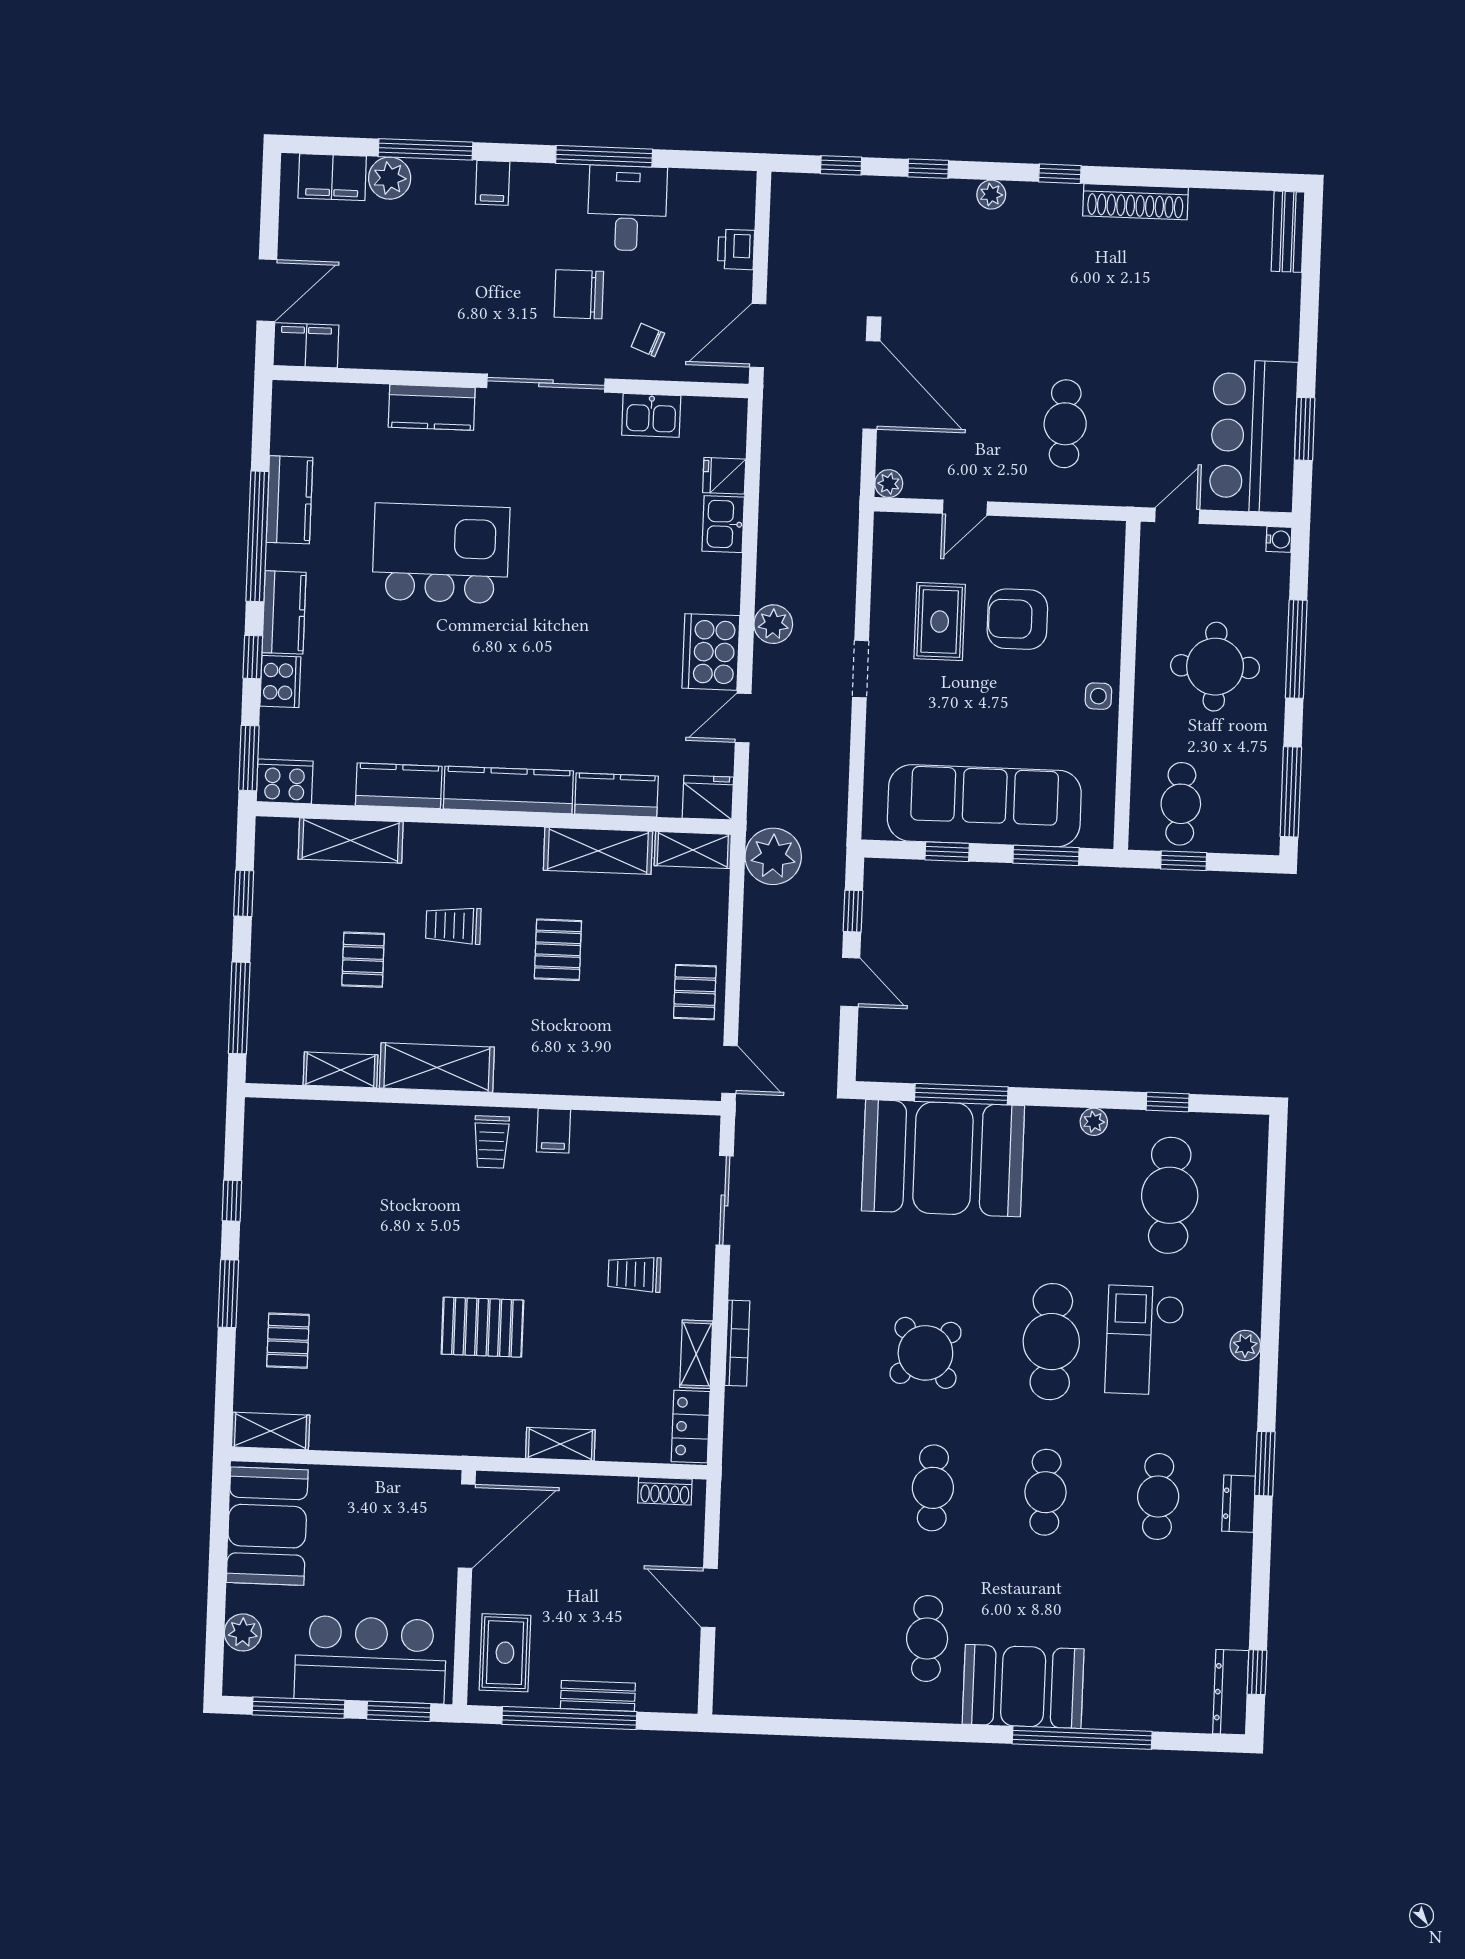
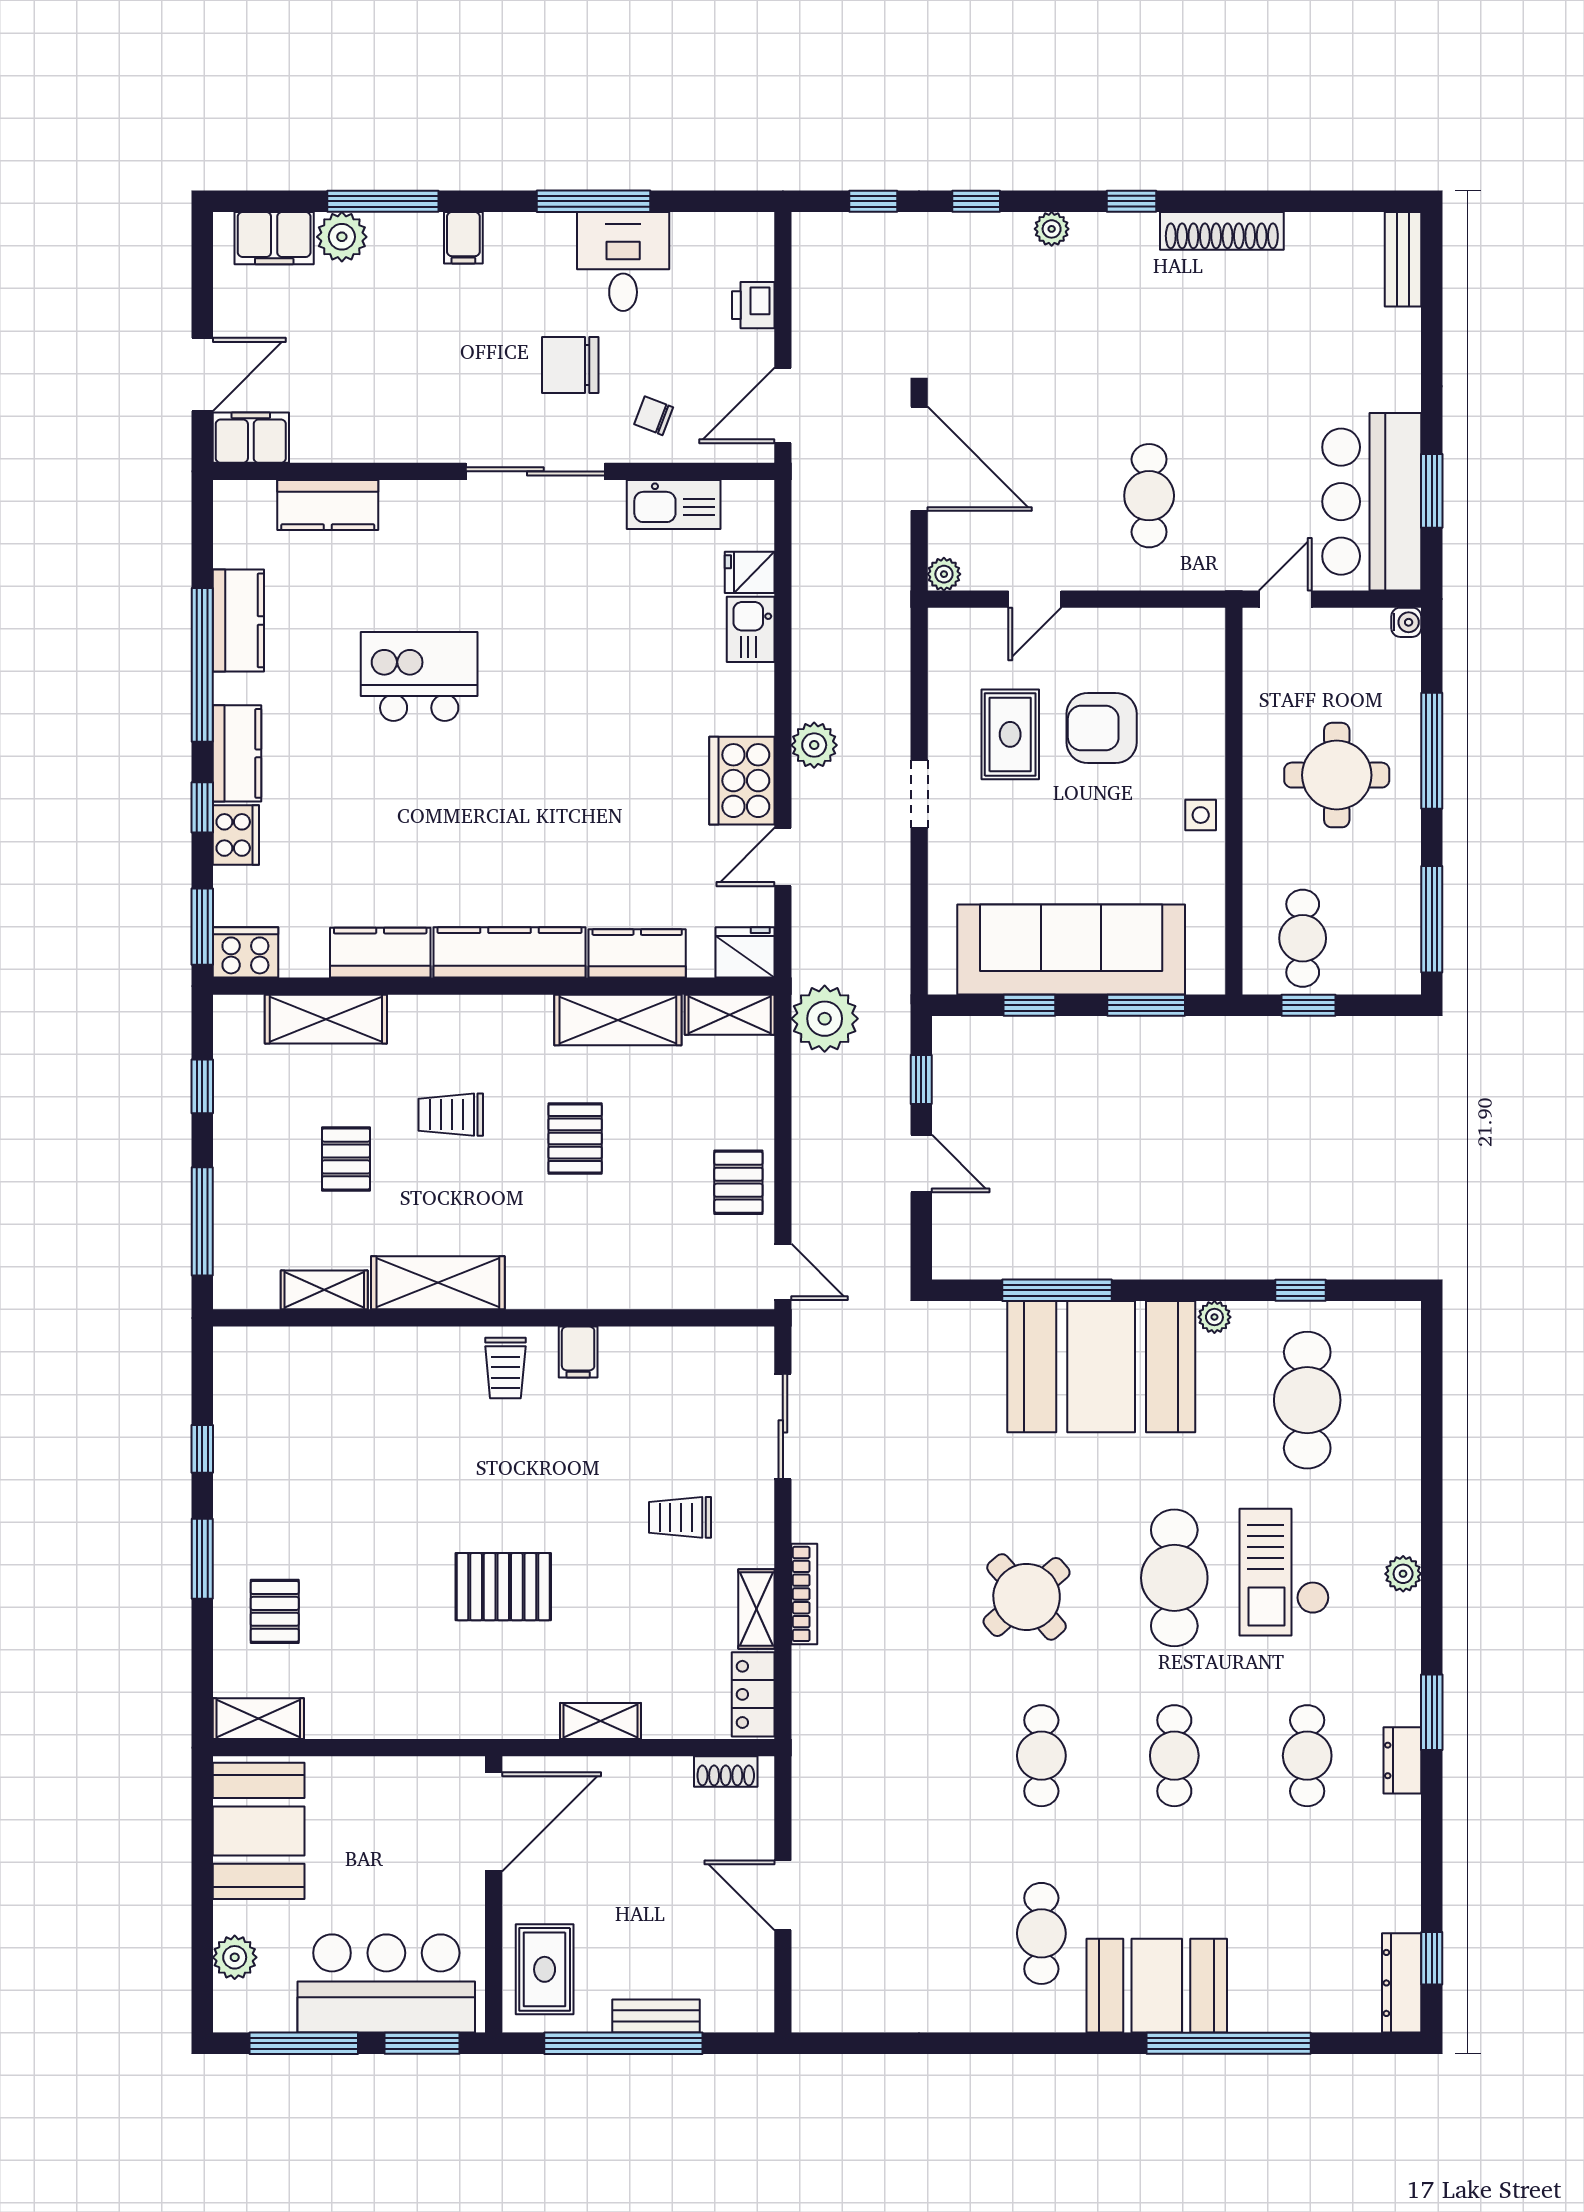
kitchen counter: (432, 407) -> (328, 505), moved
kitchen sink: (651, 415) -> (674, 505), width x1.38
kitchen island: (441, 553) -> (419, 677), width x0.73, depth x0.78
booth: (943, 1158) -> (1101, 1367), moved

